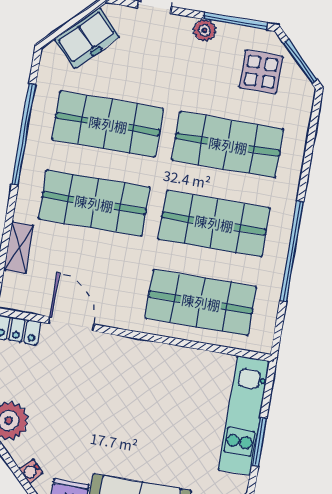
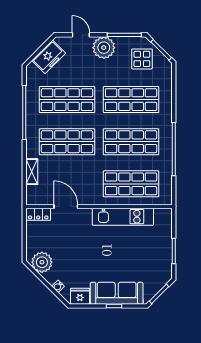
plant: (205, 30) -> (104, 48), width x1.88, depth x1.88
kitchen unit: (244, 415) -> (123, 217), moved, turned -90

